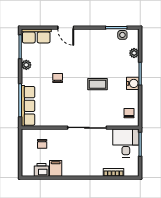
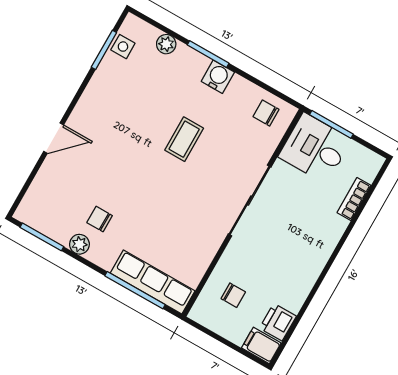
row of seats: (36, 36) -> (39, 198), removed
chair: (58, 78) -> (100, 219), moved
filing cabinet: (56, 168) -> (261, 345), moved

